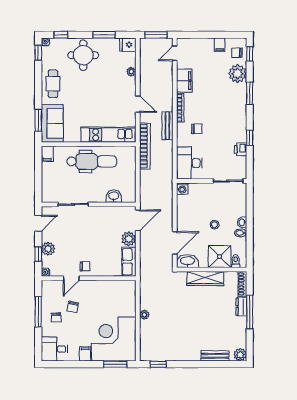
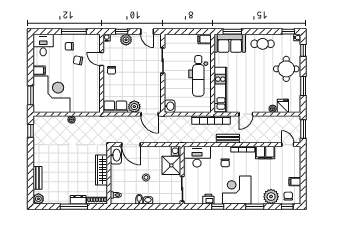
fridge: (128, 45) -> (283, 106), moved
corner desk: (230, 115) -> (237, 190), added
washbasin: (114, 196) -> (170, 106), moved
shower: (220, 257) -> (171, 165), moved

